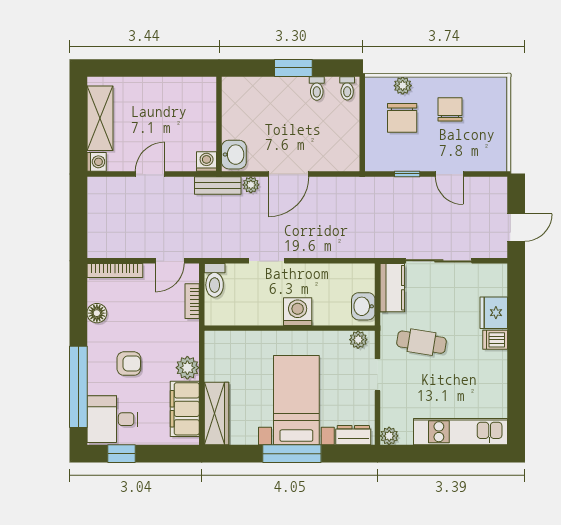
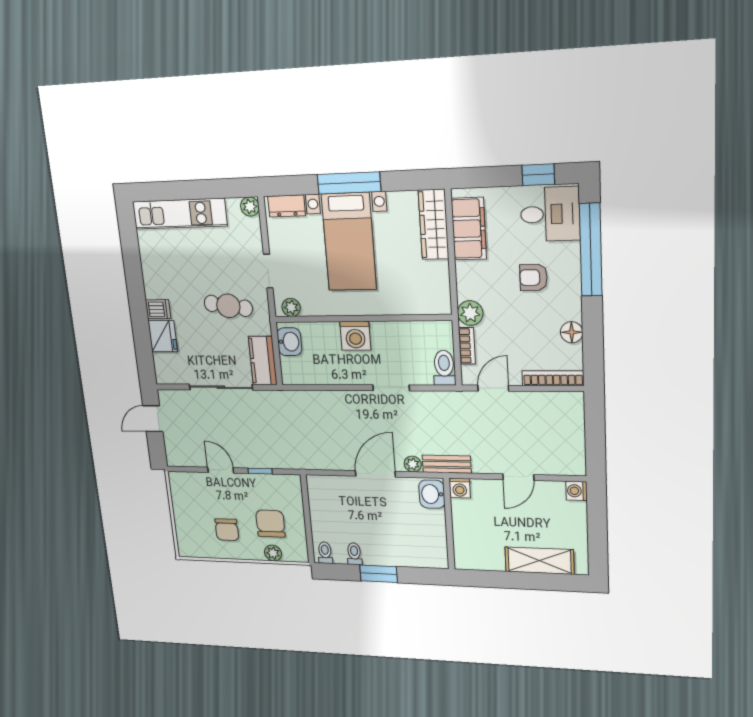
shelving: (100, 118) -> (539, 561), moved, turned 90
plant: (187, 368) -> (470, 313), moved

